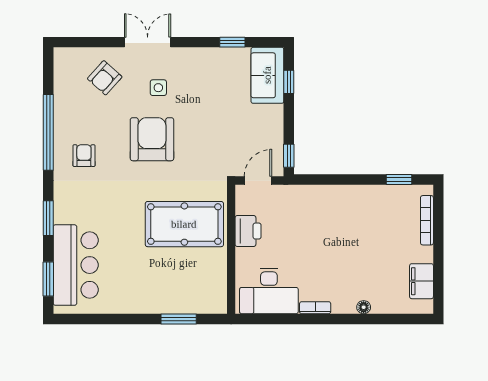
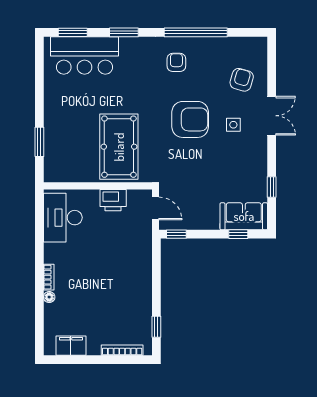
armchair: (105, 78) -> (242, 80), turned 64
armchair: (84, 156) -> (176, 62), turned -90
bookcase: (315, 308) -> (49, 277), moved

